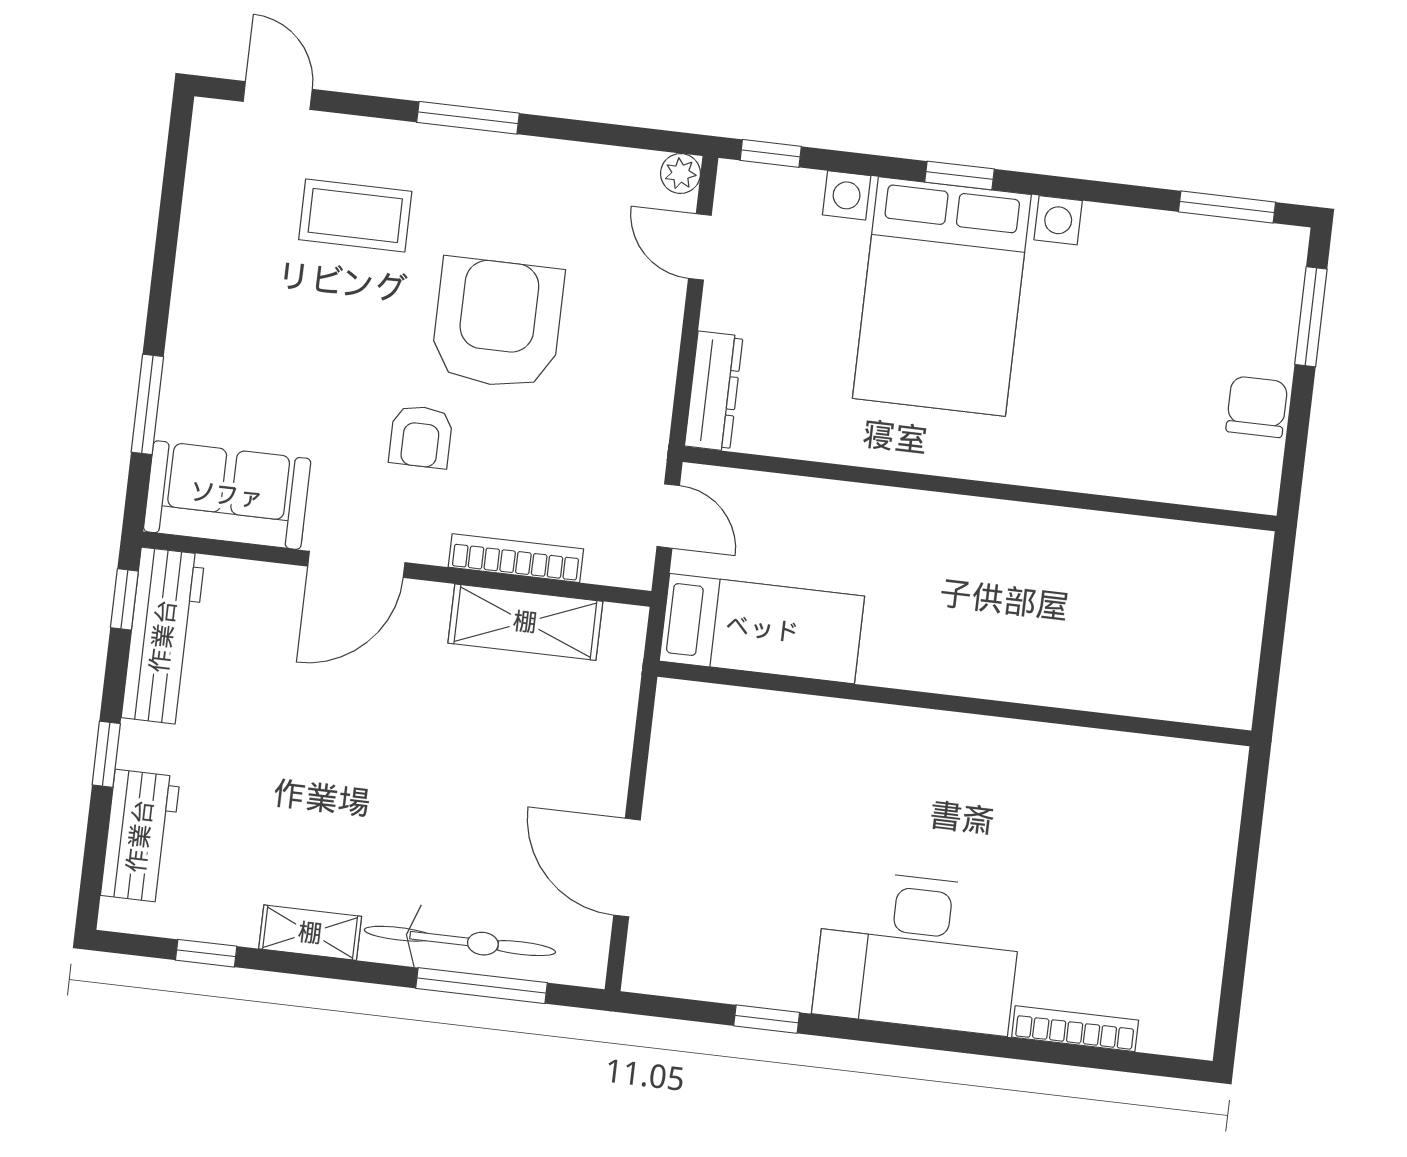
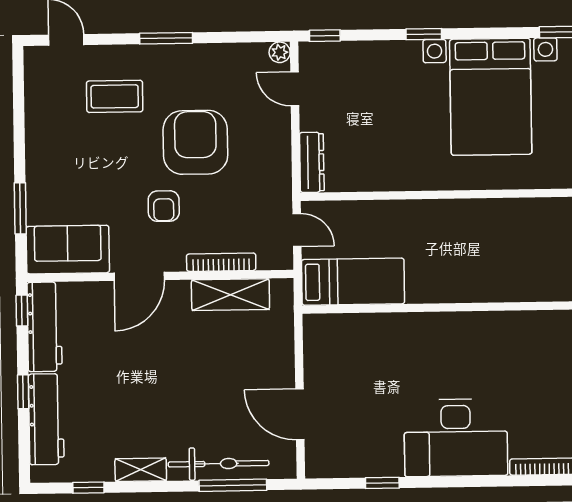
bed with nightstands: (942, 296) -> (491, 97), moved
workbench: (140, 836) -> (46, 419), width x1.37

